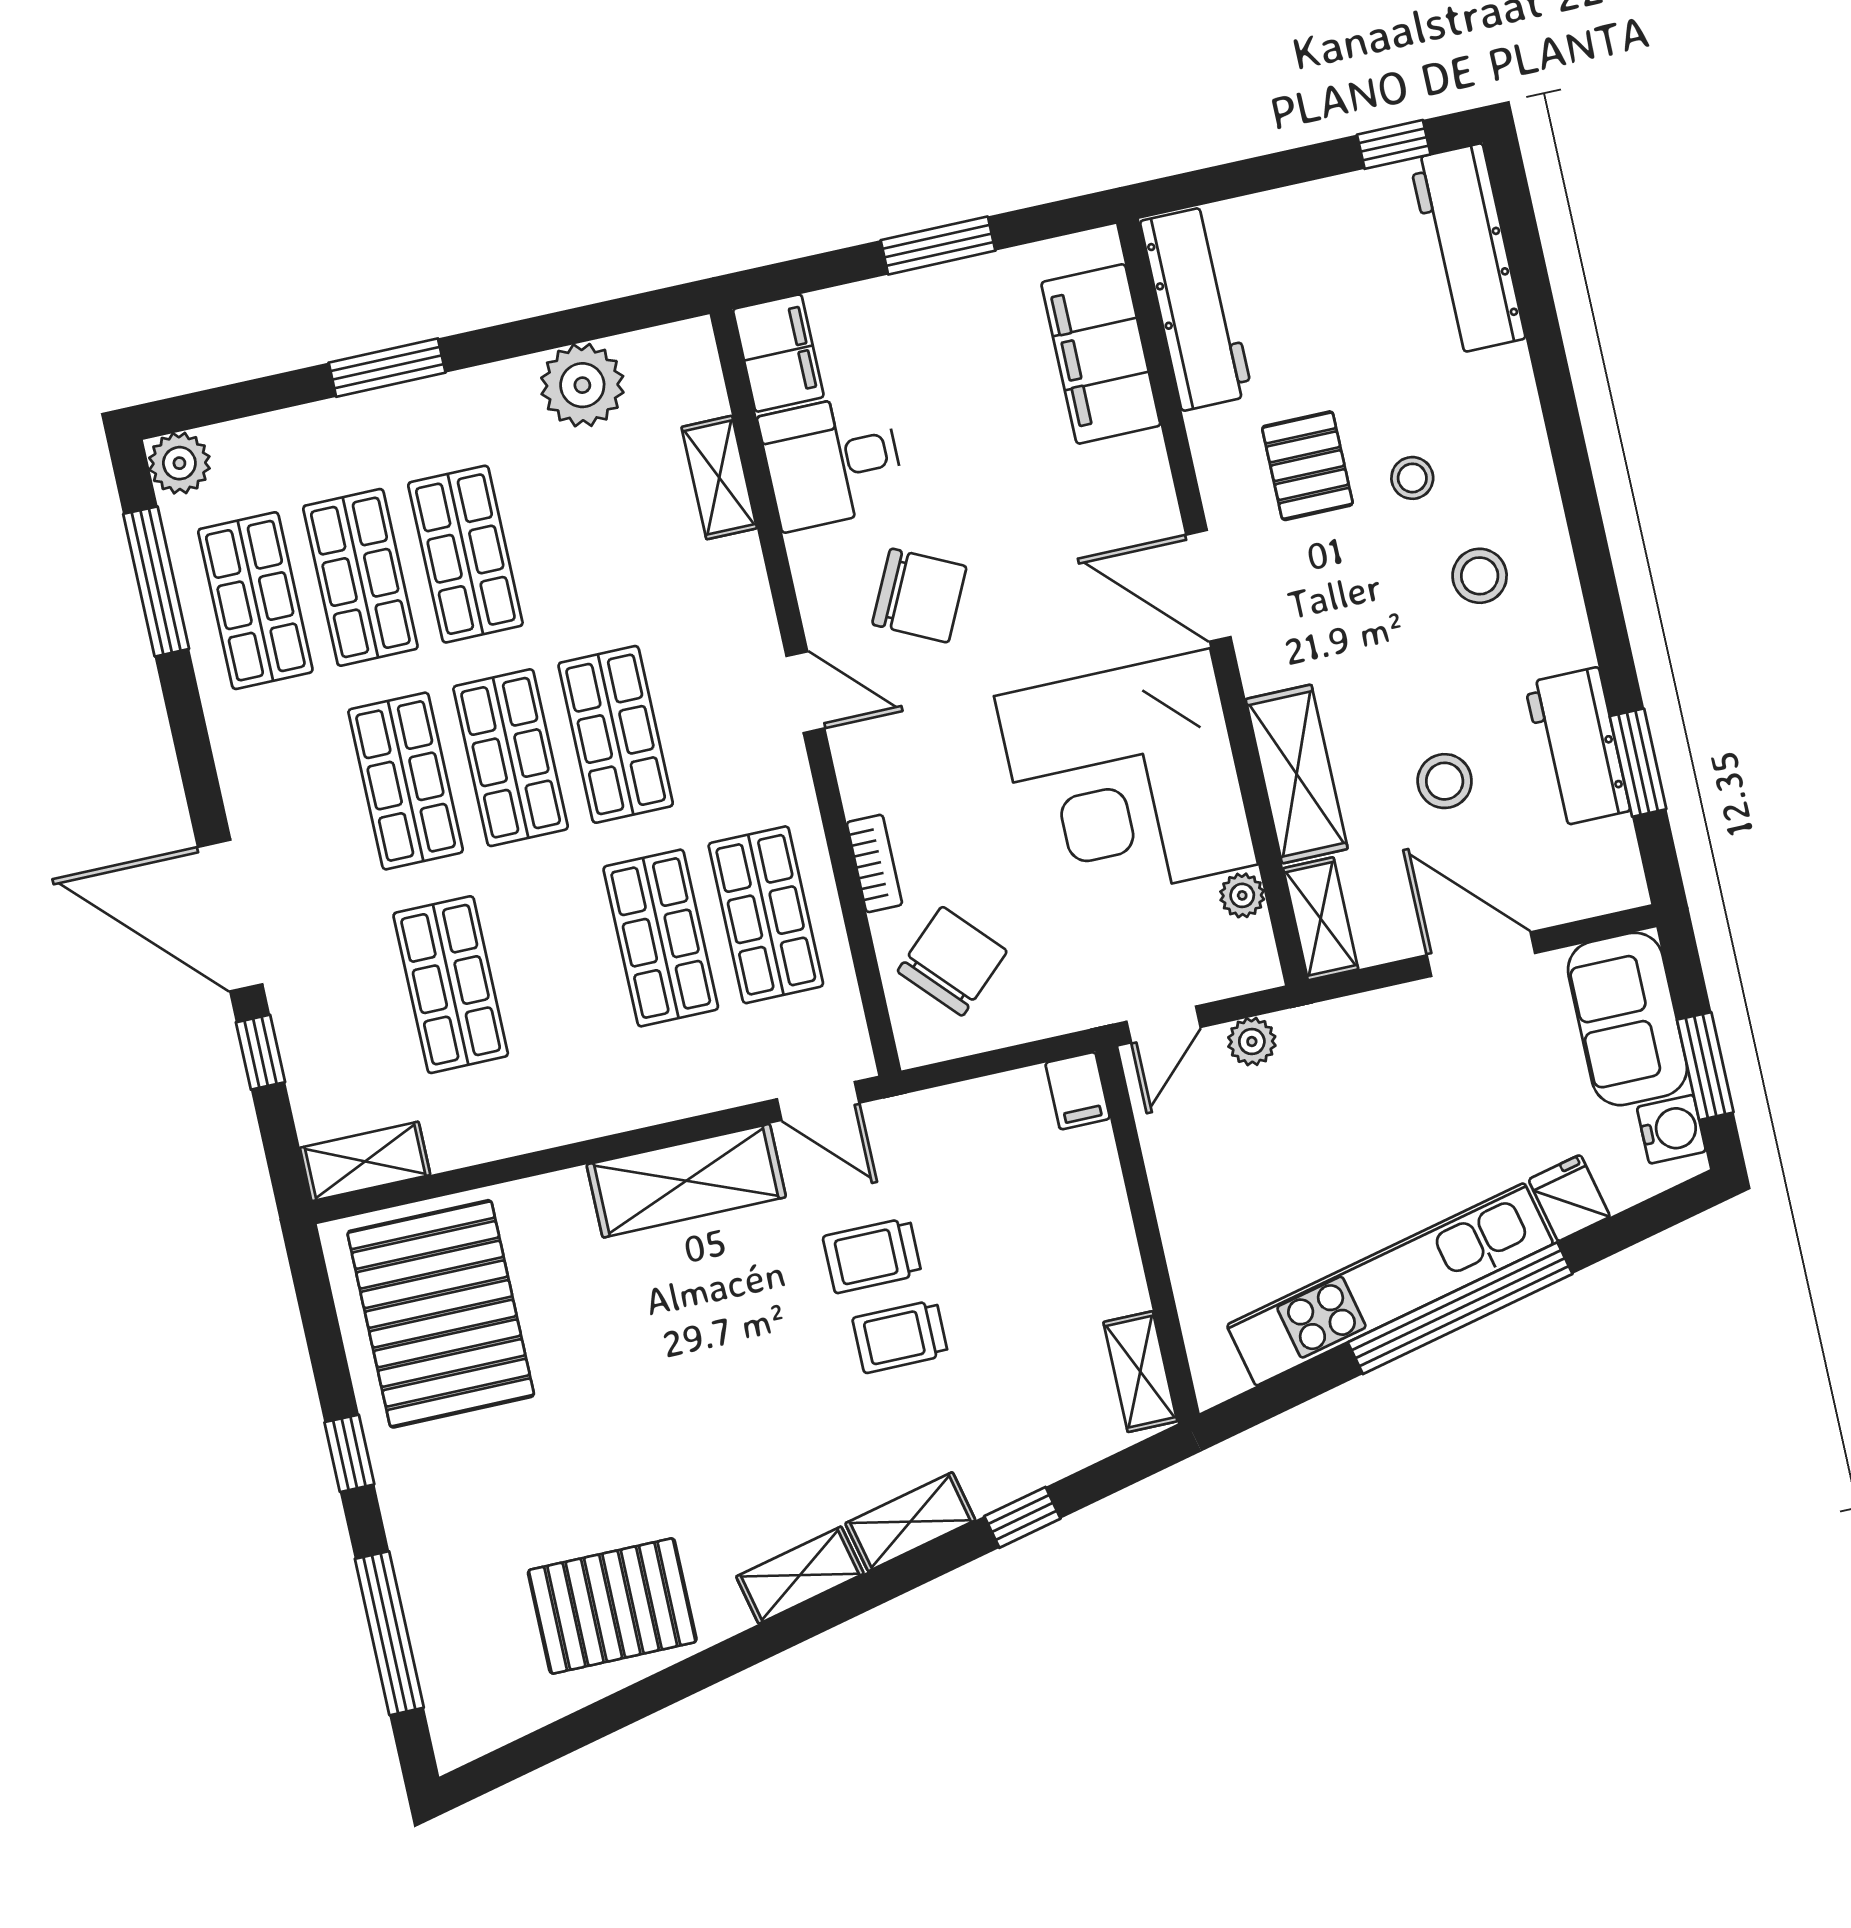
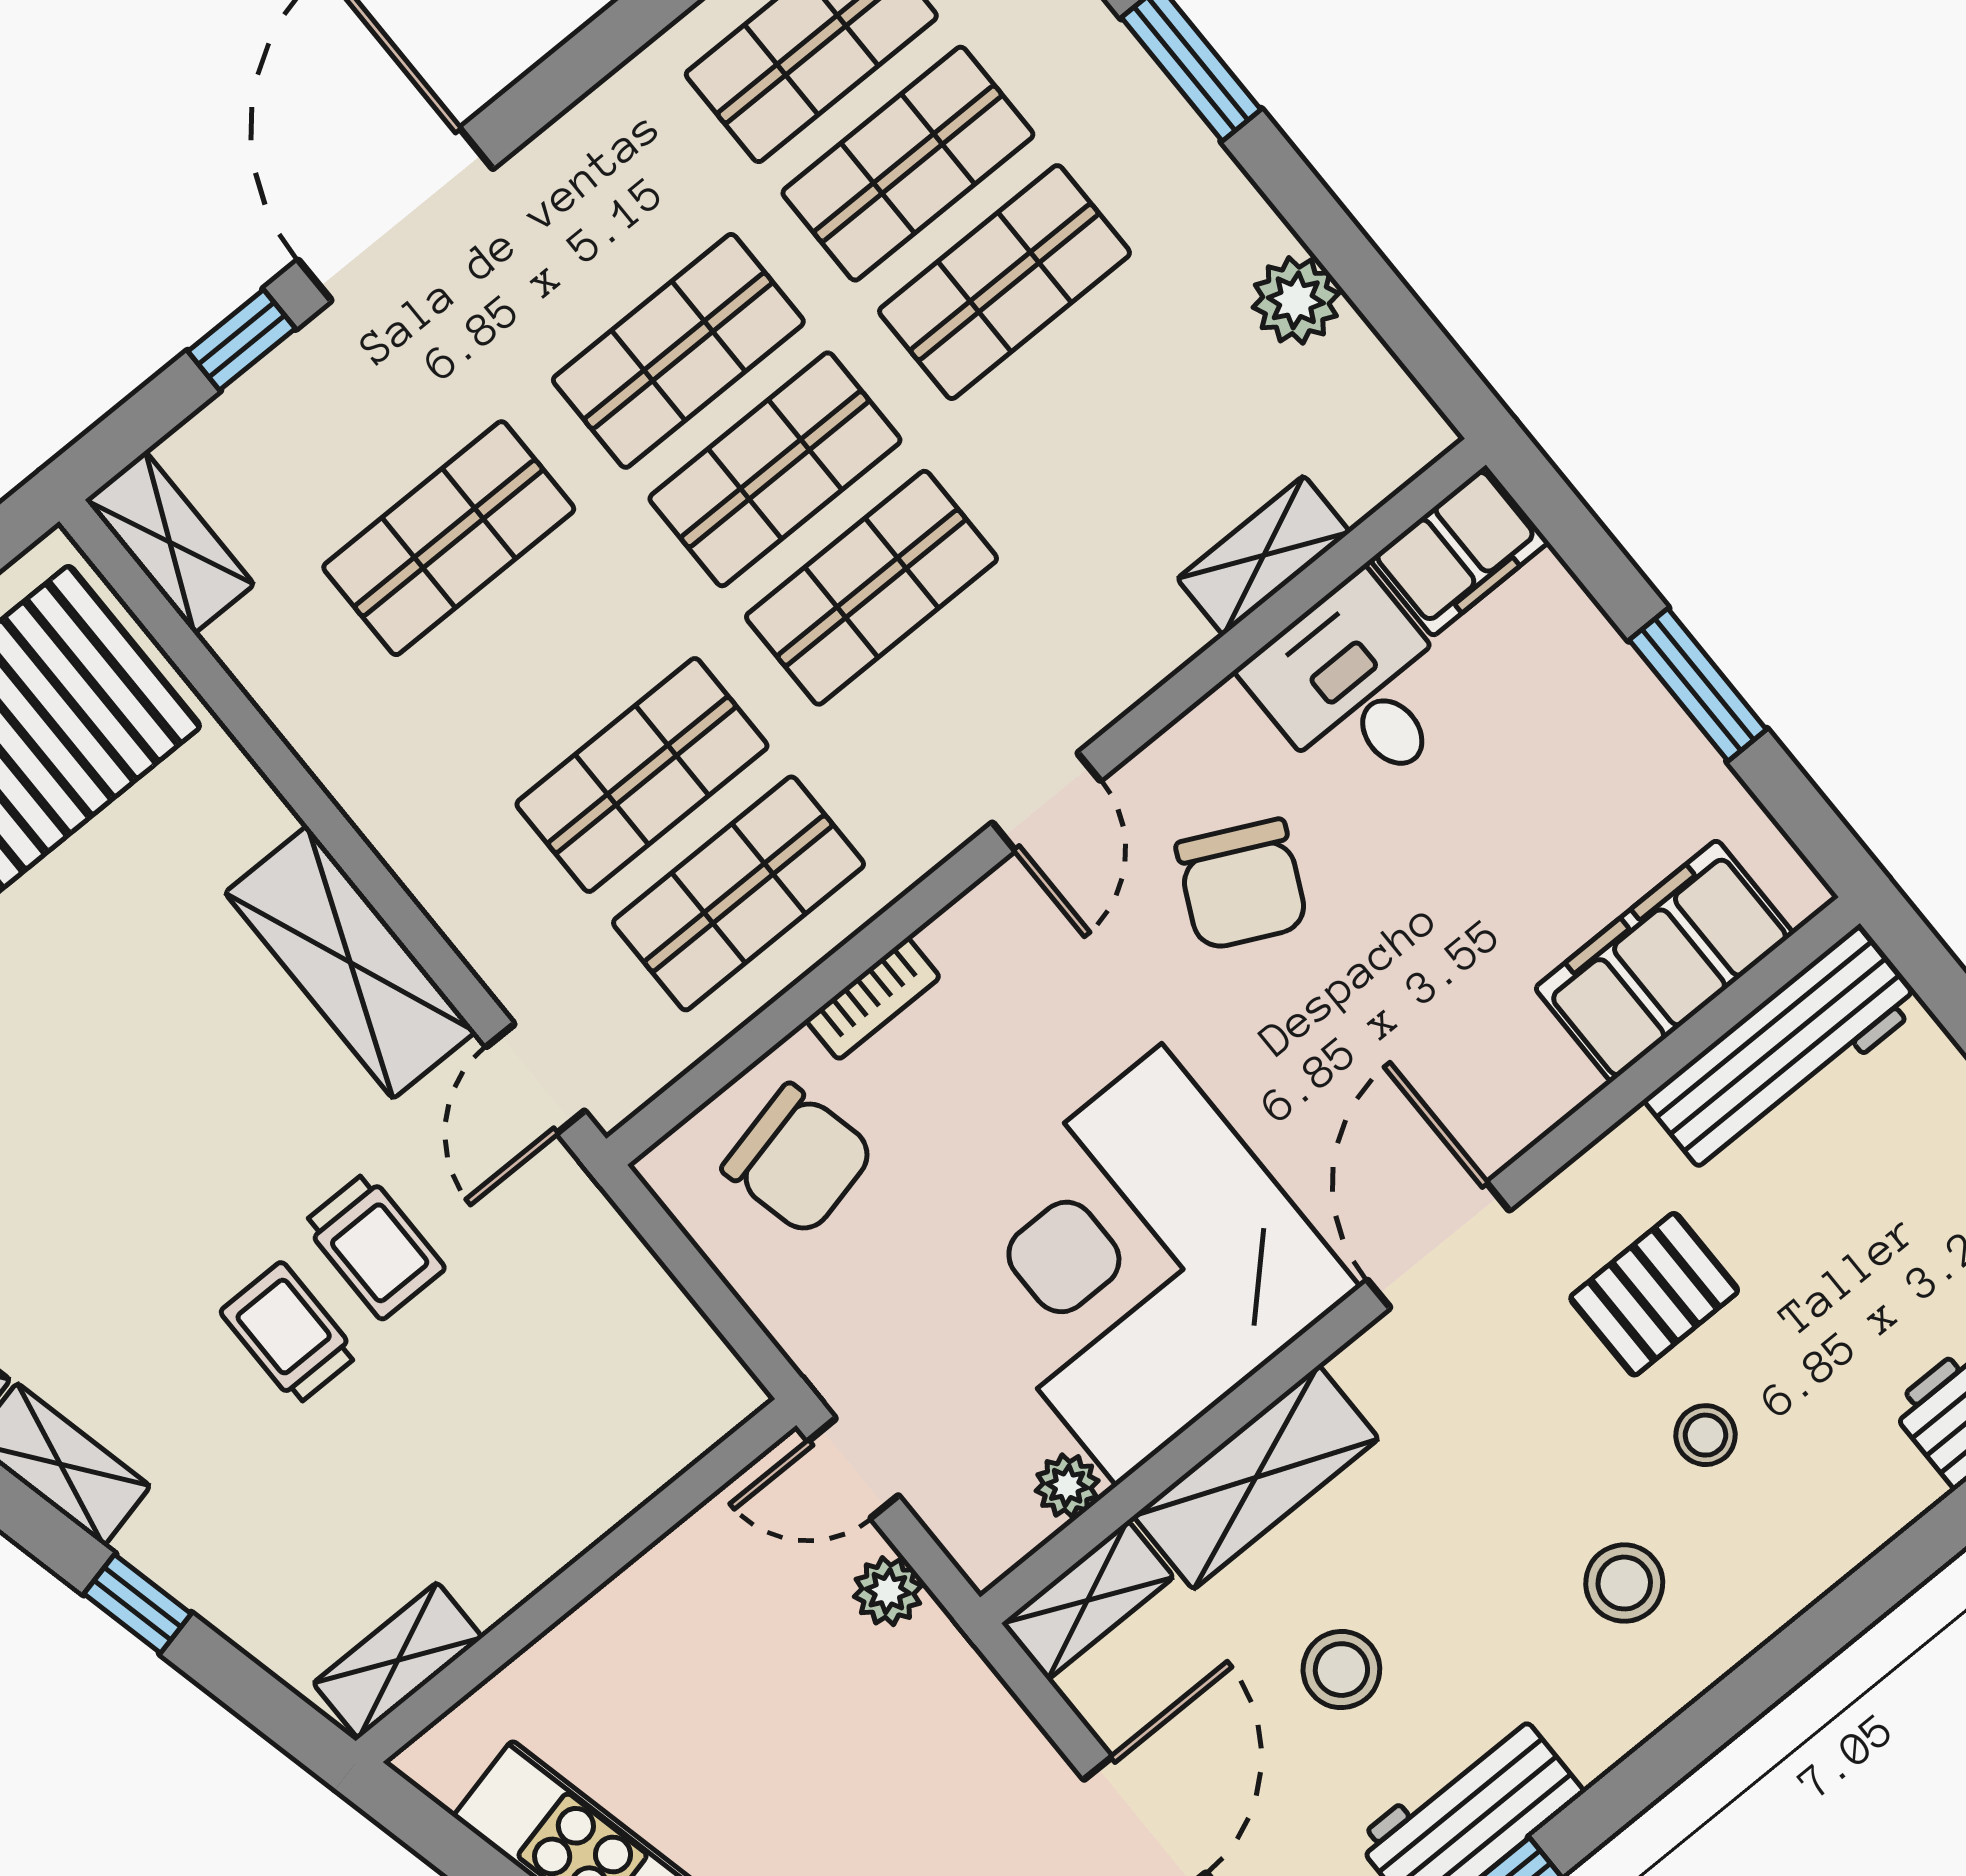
plant: (582, 385) -> (1296, 300), width x0.73, depth x0.73
chair: (952, 961) -> (798, 1160), turned 30
filing cabinet: (1078, 1091) -> (714, 1402), removed
trolley: (872, 1255) -> (374, 1246), turned 180

